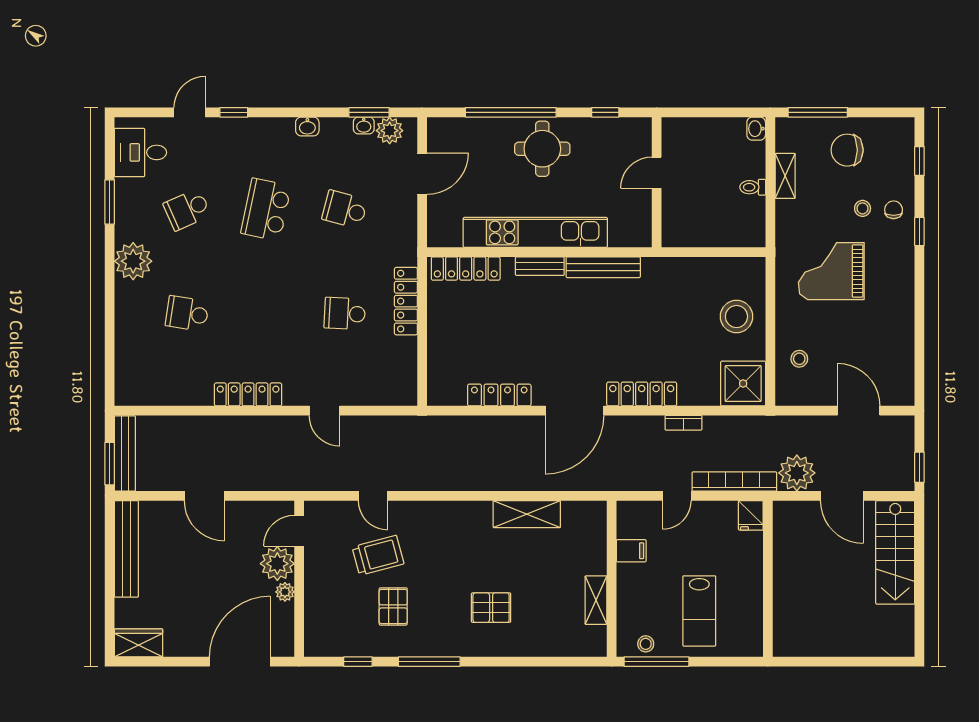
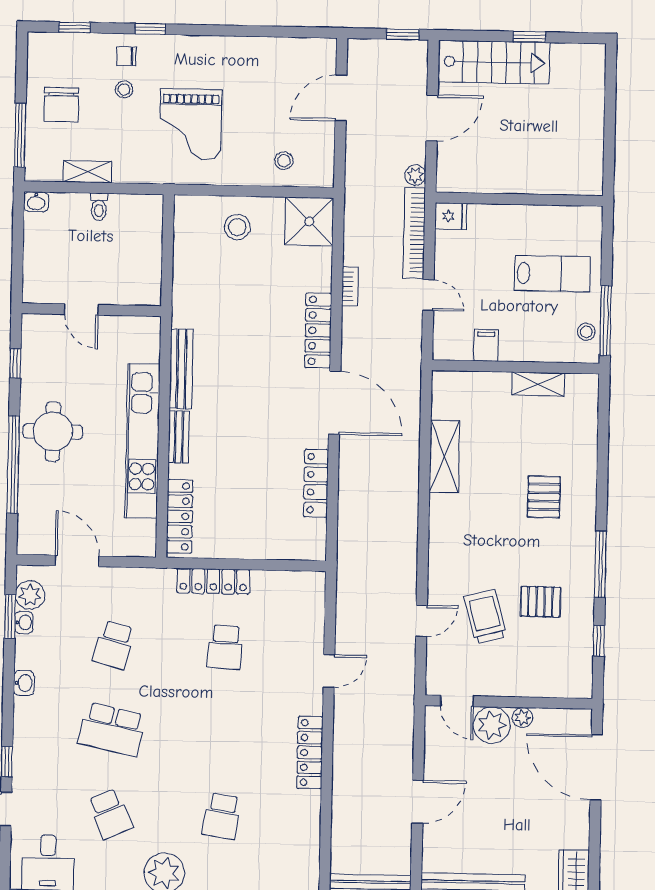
stool: (736, 317) -> (237, 227), width x0.73, depth x0.73
plant: (797, 473) -> (415, 175), width x0.53, depth x0.53
window: (919, 585) -> (530, 37), added

